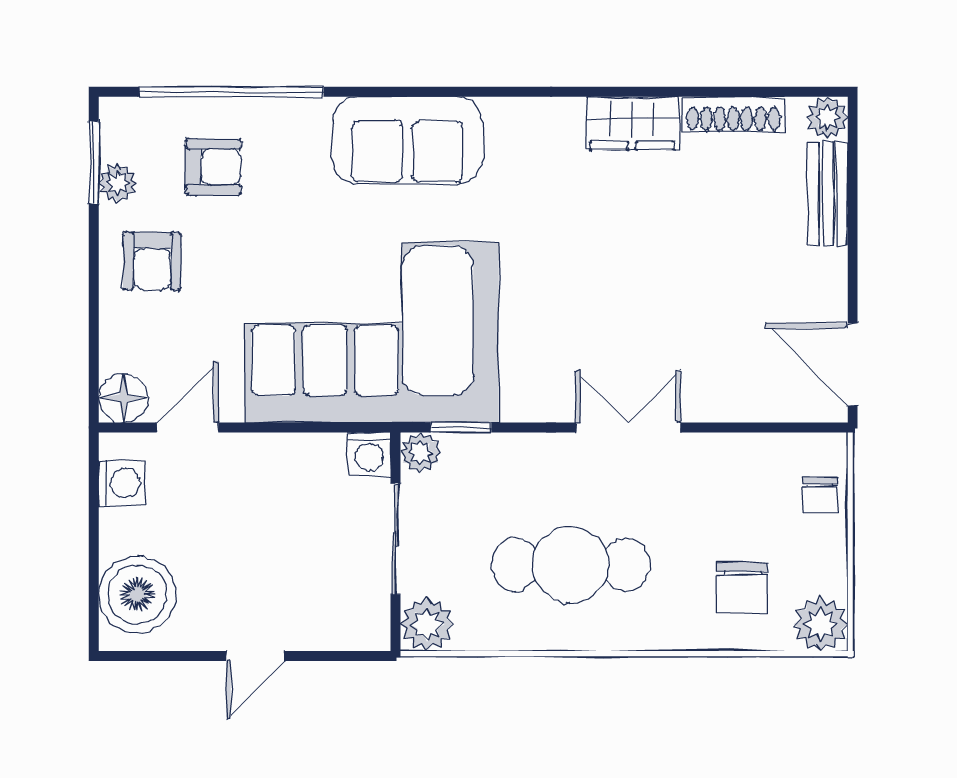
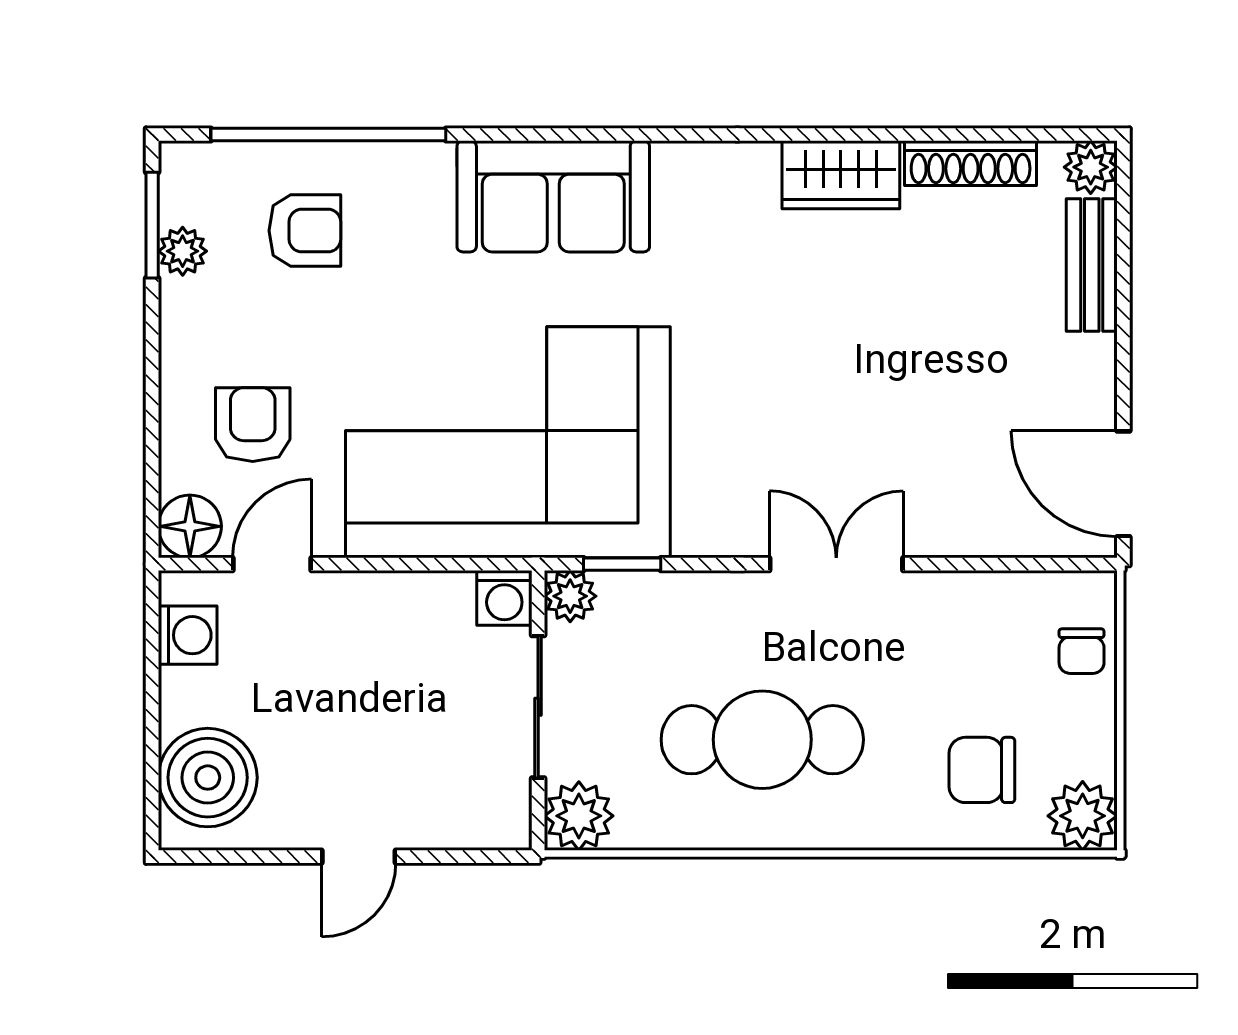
armchair: (152, 261) -> (253, 425), moved, turned 180
chair: (742, 588) -> (982, 770), turned 90

